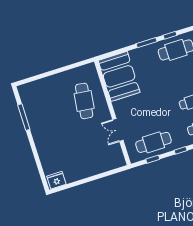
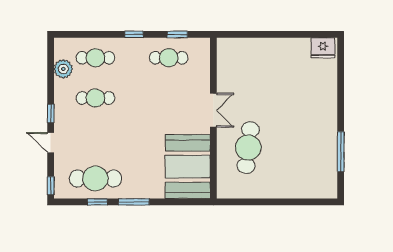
double door: (118, 130) -> (213, 110), moved
cafe table: (154, 142) -> (169, 58), width x0.73, depth x0.74

